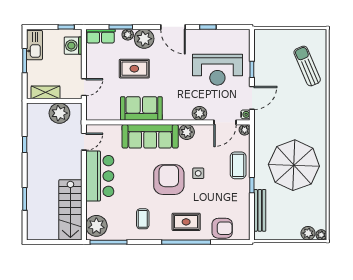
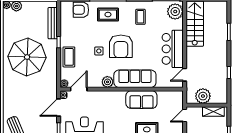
plant: (199, 113) -> (98, 96), removed

